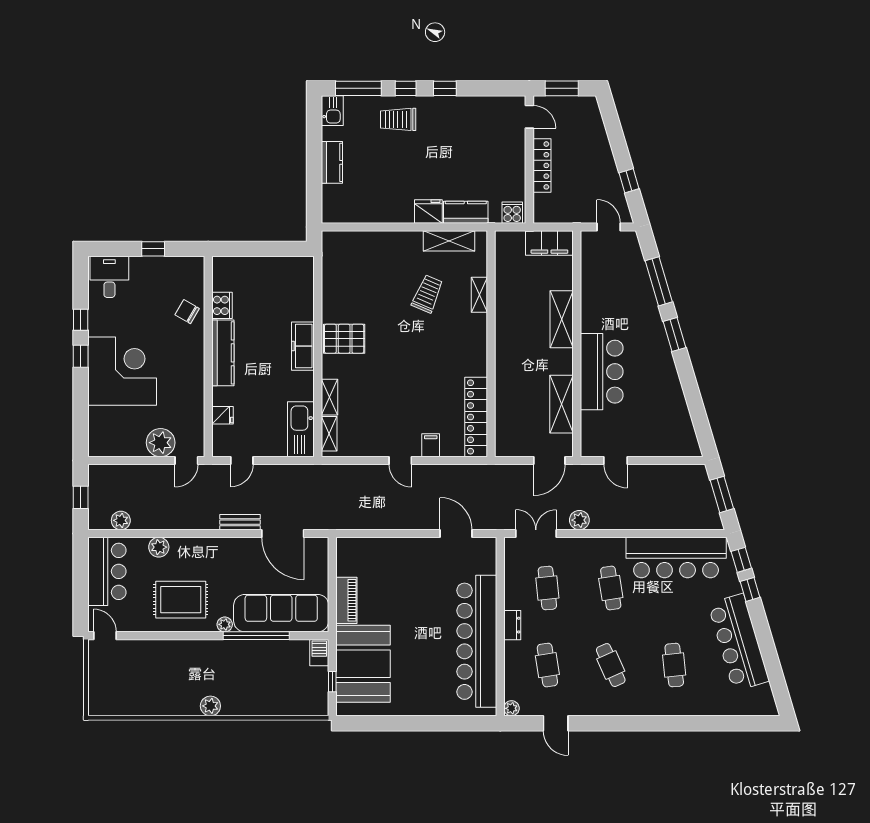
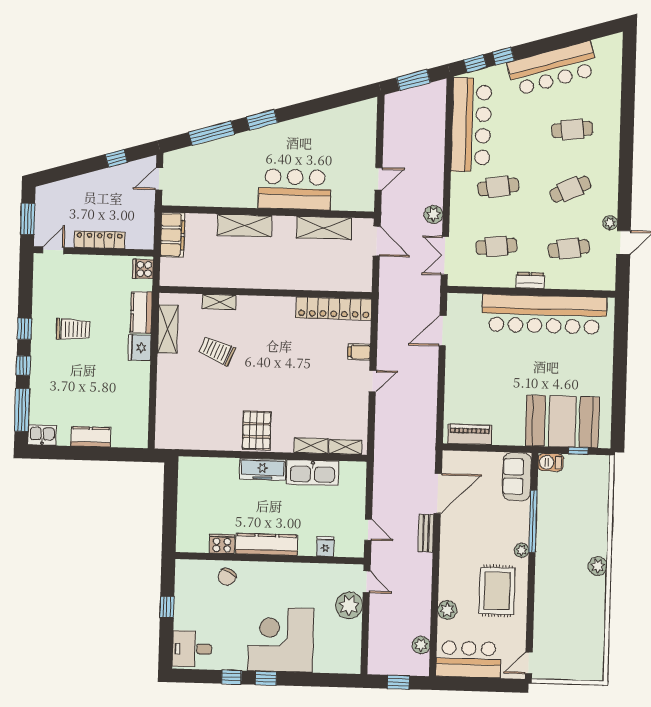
trolley: (398, 119) -> (73, 329), moved, turned -90
kitchen sink: (301, 429) -> (313, 473), moved
piano: (346, 600) -> (470, 434), moved
sofa: (281, 613) -> (517, 477), width x0.54, depth x0.79
plant: (511, 708) -> (610, 223), moved

